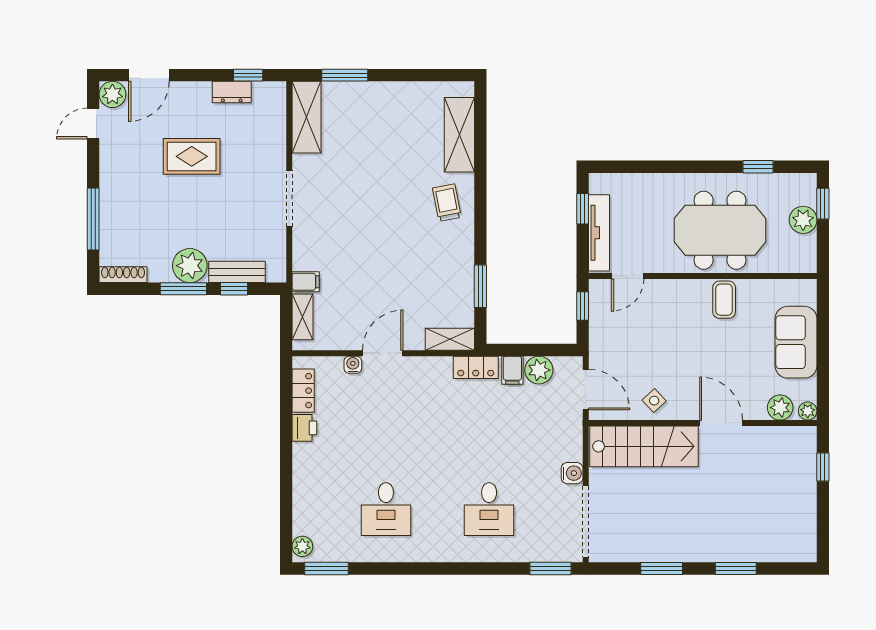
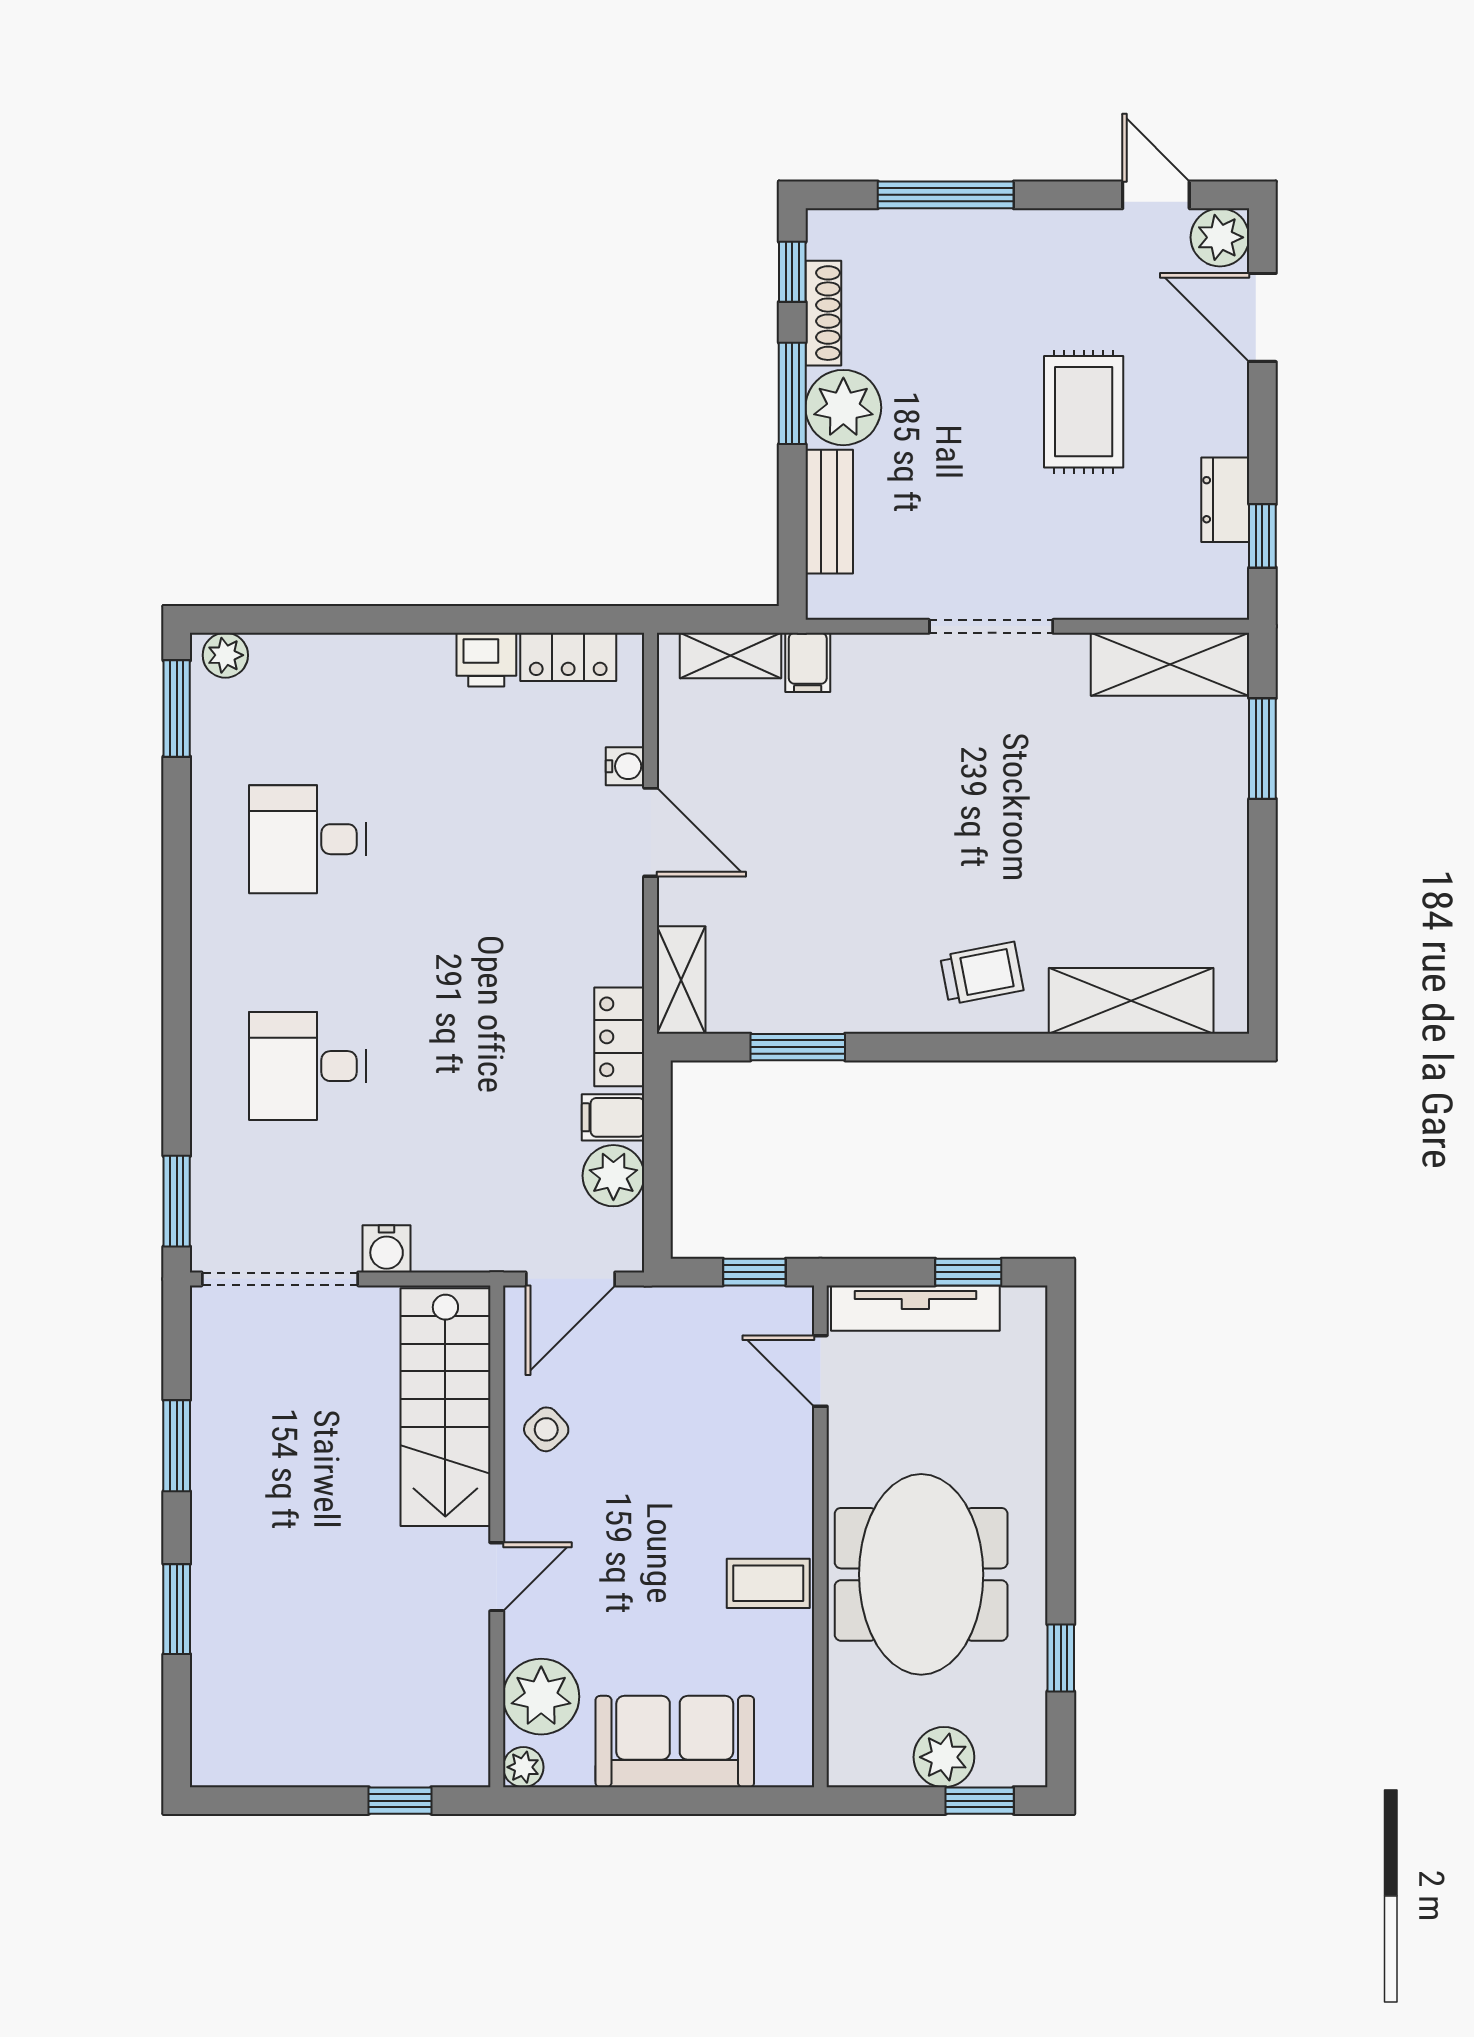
shoe rack: (123, 275) -> (823, 313), moved
window: (234, 289) -> (792, 272), moved
plant: (780, 408) -> (541, 1697), width x1.36, depth x1.36
door: (721, 423) -> (497, 1577), width x0.73

